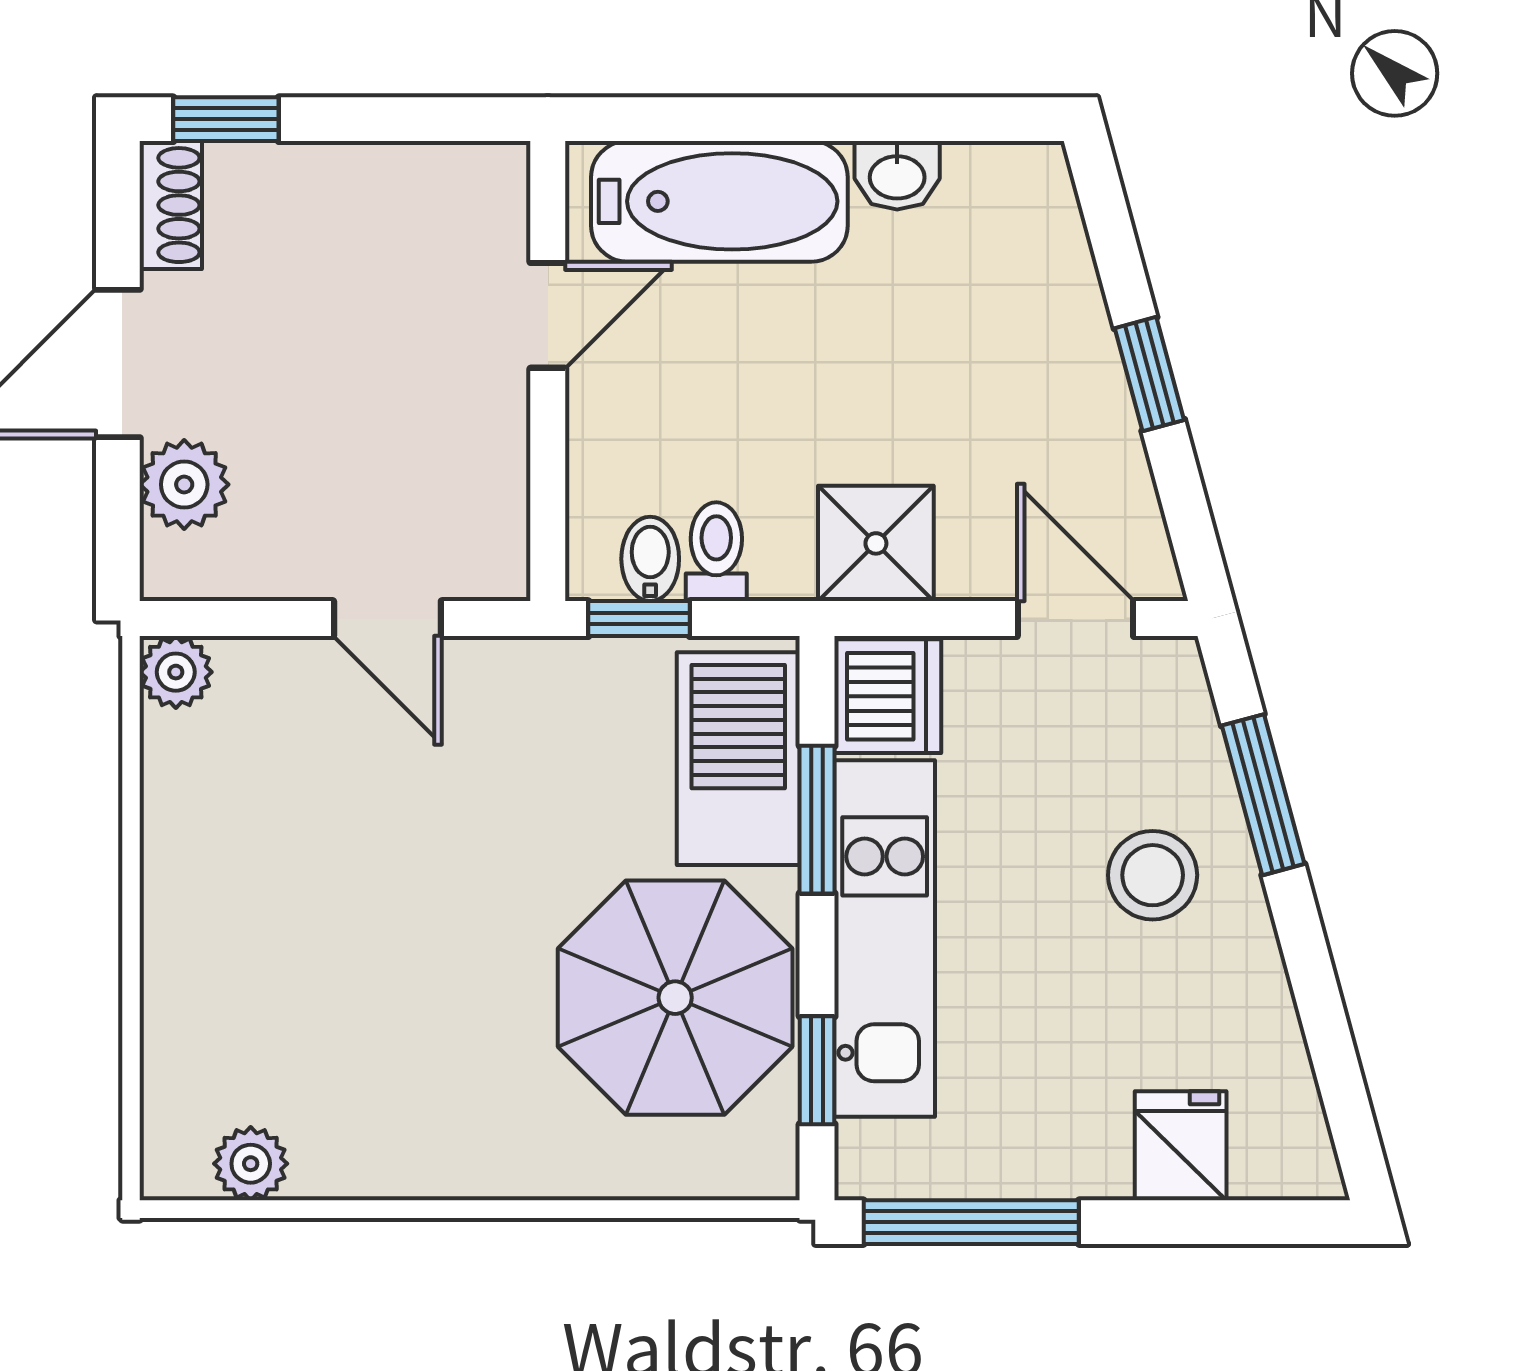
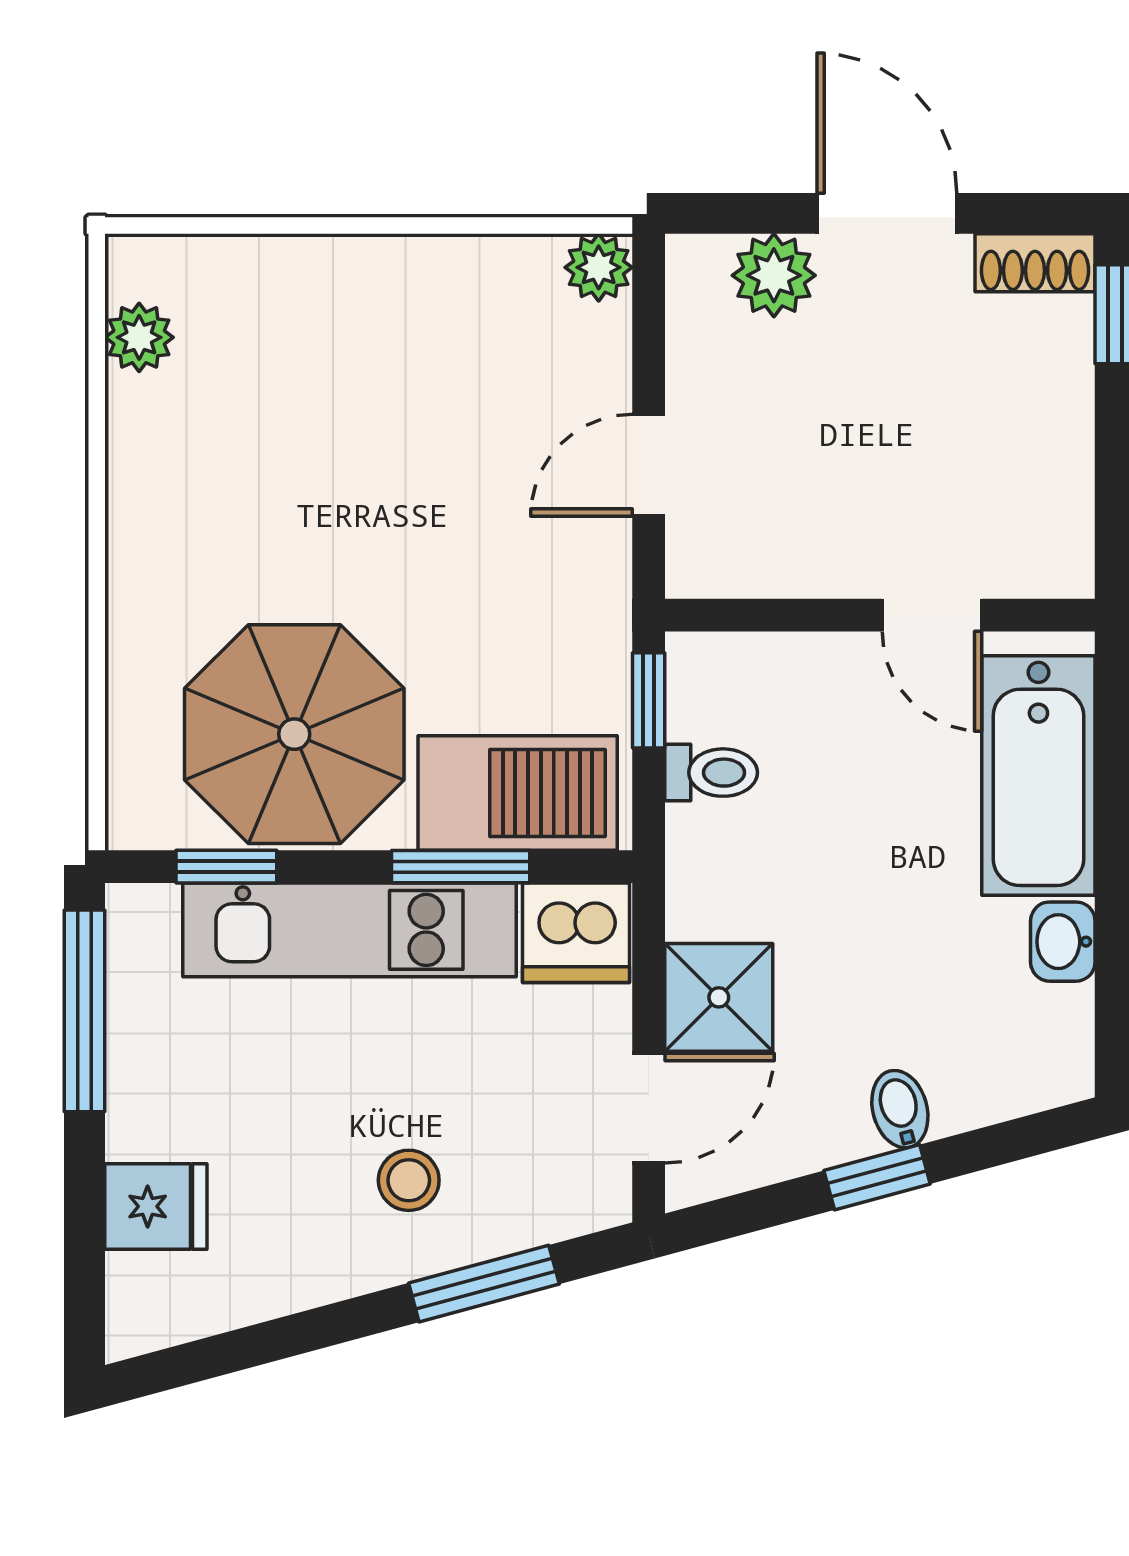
shower: (876, 543) -> (719, 997), moved
bidet: (650, 559) -> (900, 1109), moved, turned -105
stool: (1153, 875) -> (409, 1180), width x0.73, depth x0.73

